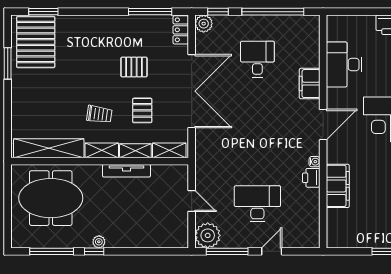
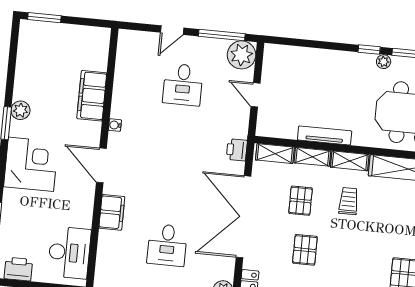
desk: (344, 65) -> (69, 253), moved
pallet: (134, 67) -> (305, 250), turned 90
trolley: (99, 114) -> (349, 201), turned 82
door: (323, 125) -> (101, 165), hinge flipped
printer: (311, 178) -> (237, 150), moved, turned 180
desk: (257, 204) -> (183, 85), width x0.73
plant: (99, 242) -> (384, 62), moved

